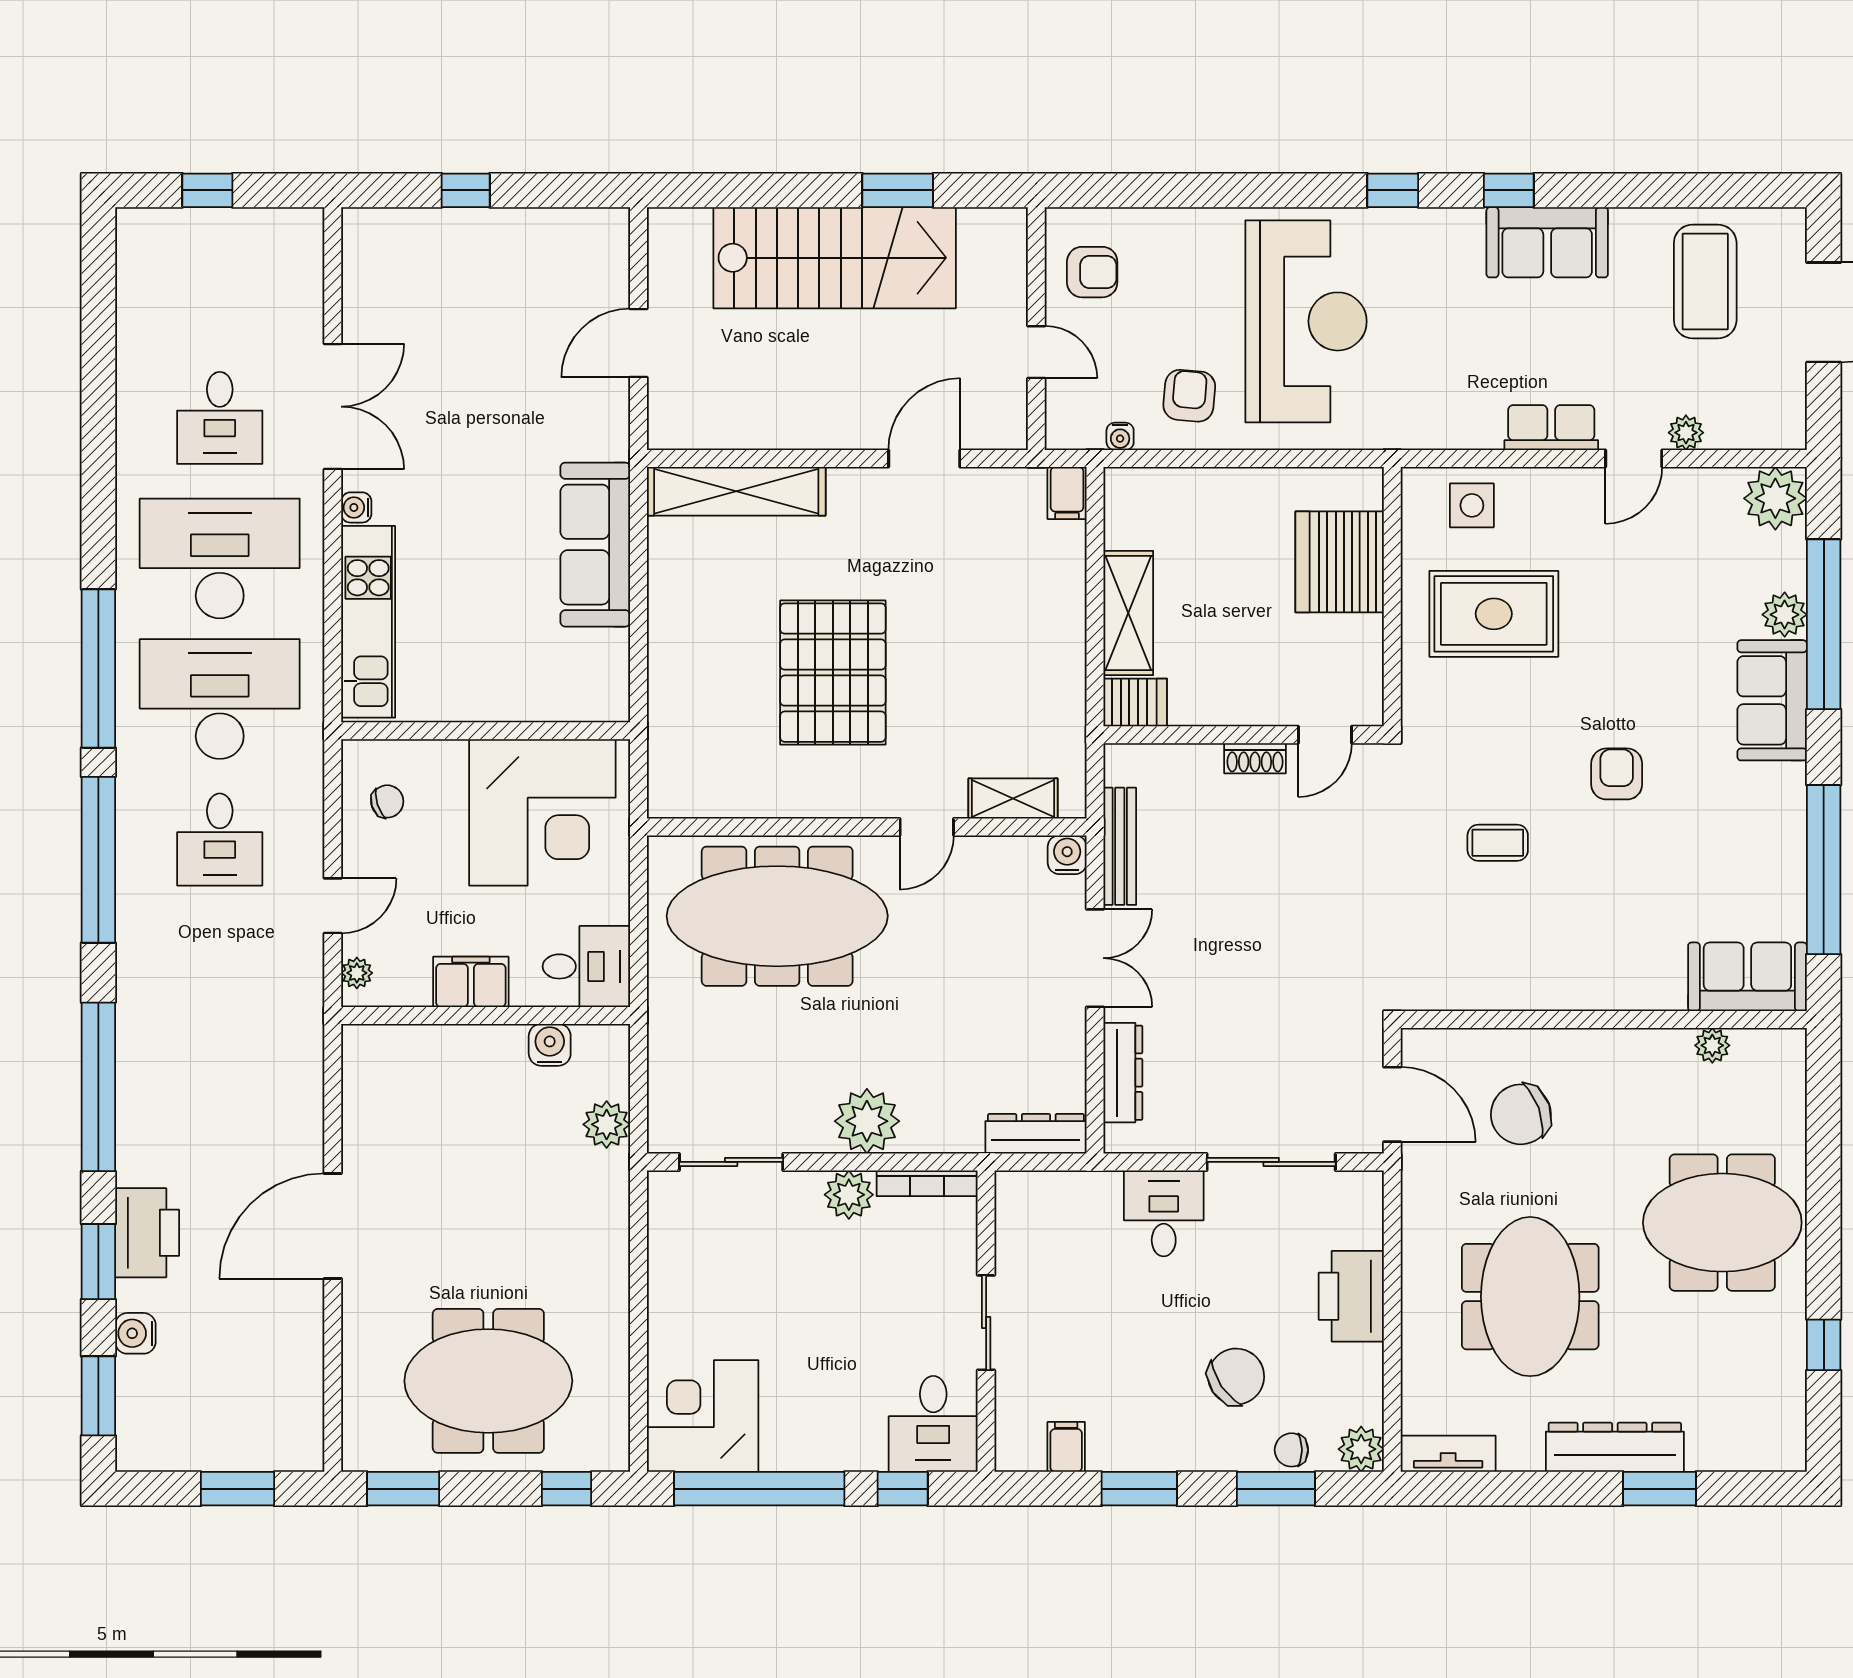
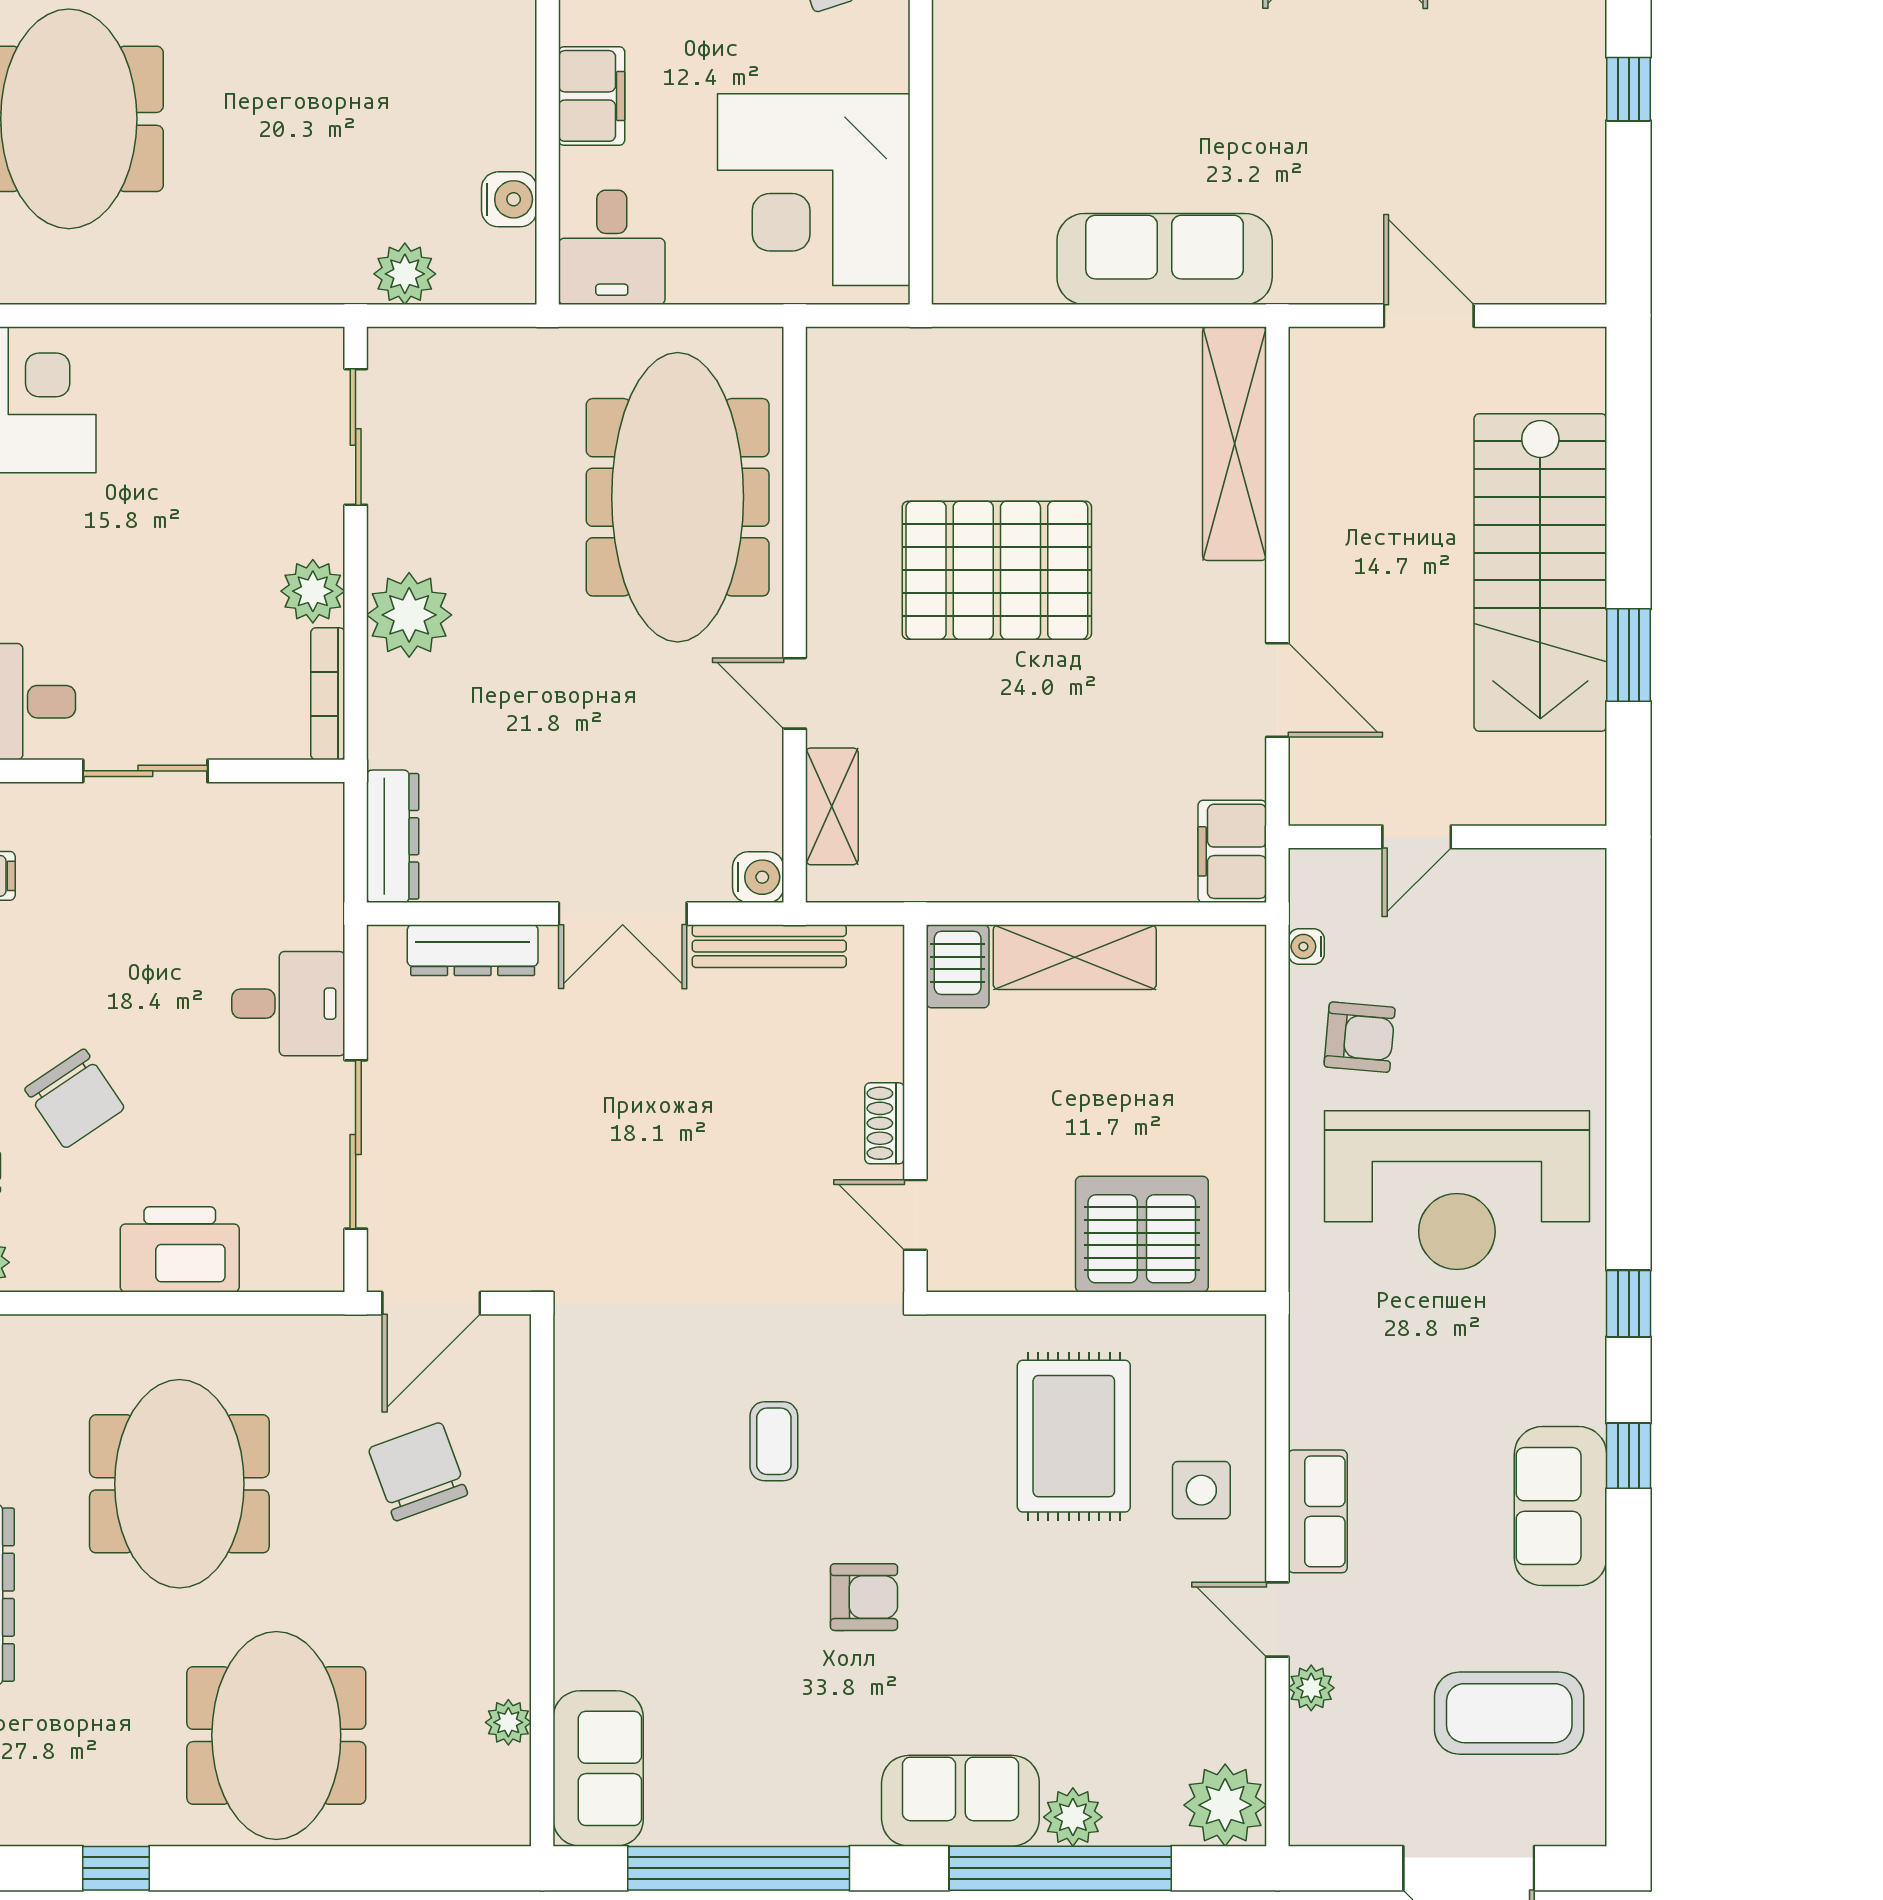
armchair: (1092, 272) -> (1522, 910), removed
filing cabinet: (1067, 493) -> (1232, 851), width x2.00
side table: (1472, 505) -> (1201, 1490), moved
meeting table: (1530, 1297) -> (179, 1484), turned 90

